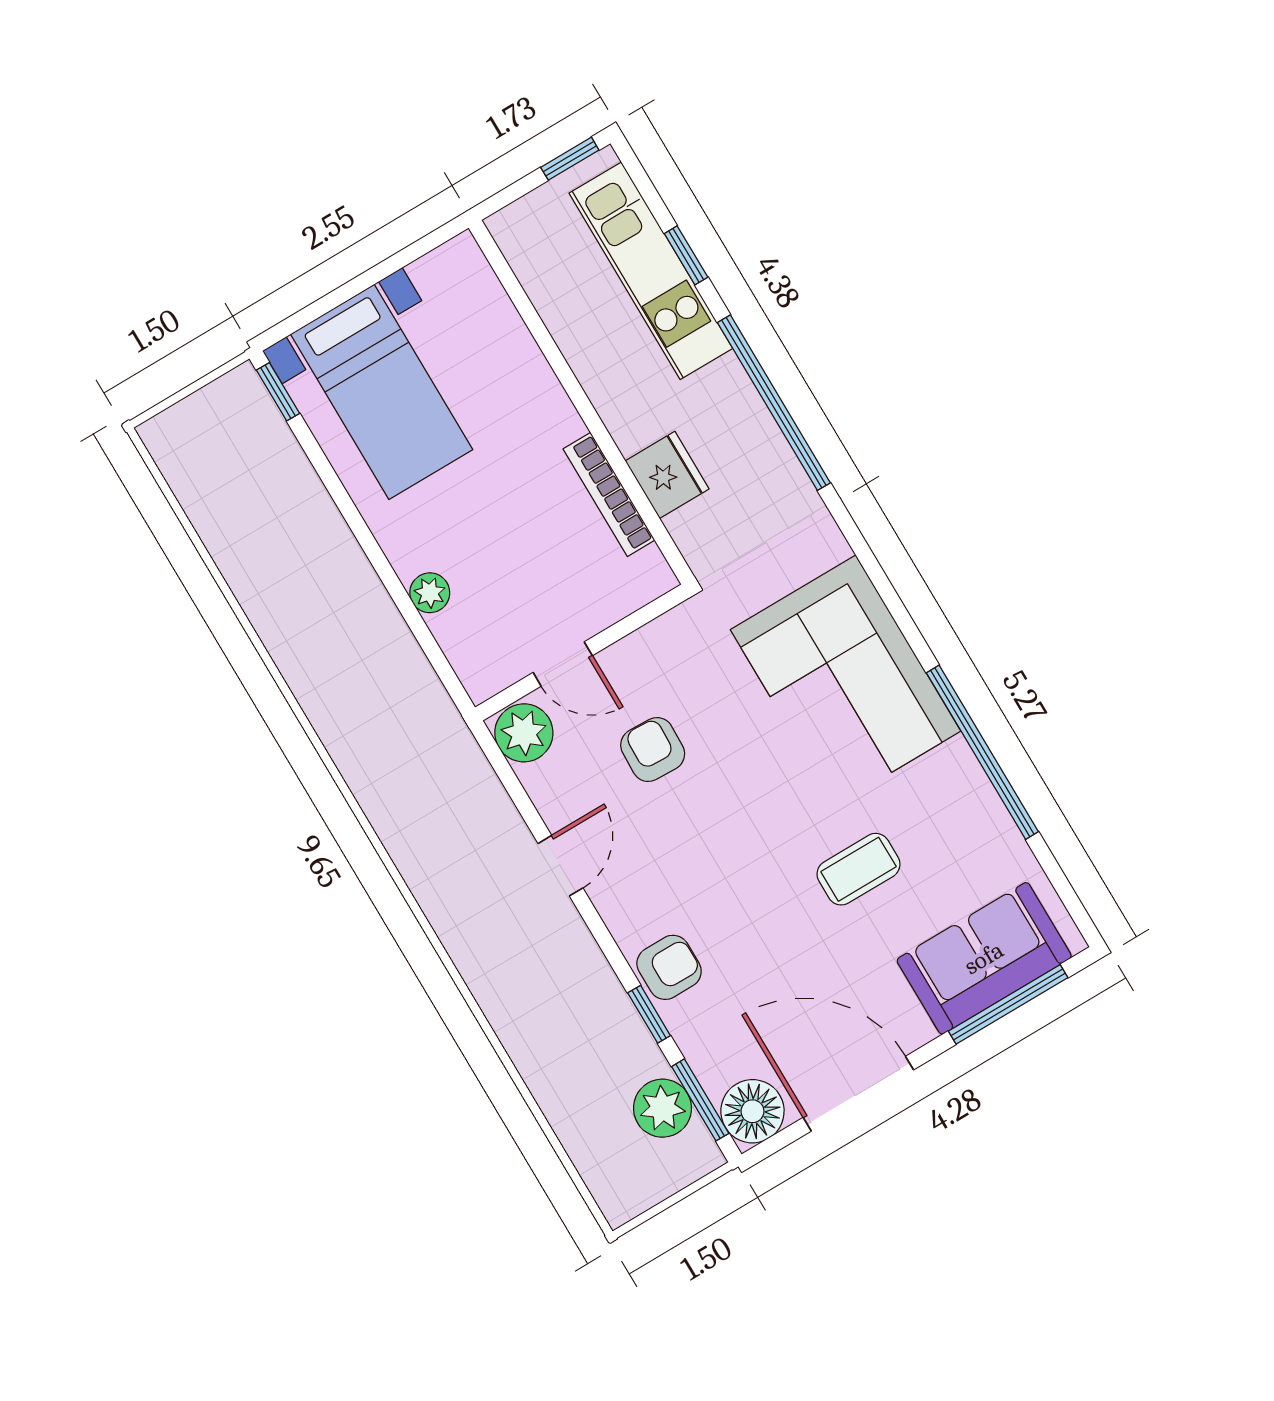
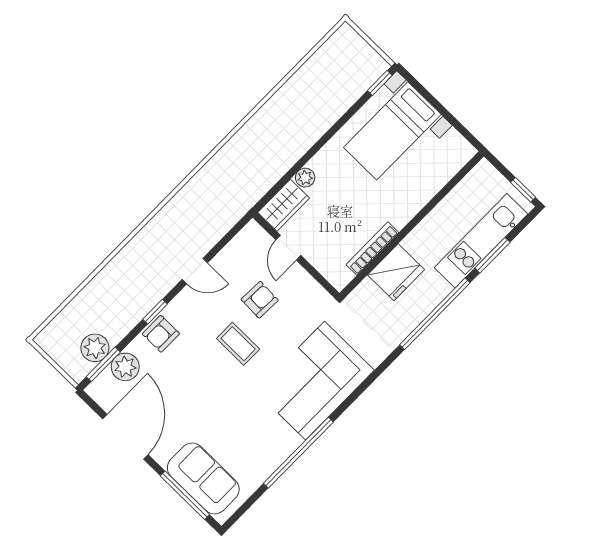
window: (686, 255) -> (492, 255), width x1.50
fridge: (667, 475) -> (396, 272), width x1.36, depth x1.34
wardrobe: (474, 651) -> (284, 205), added
plant: (524, 733) -> (125, 367), moved
coffee table: (858, 869) -> (238, 344), moved
armchair: (669, 967) -> (161, 334), turned 90
window: (649, 1014) -> (155, 312), moved
floor lamp: (752, 1111) -> (104, 390), removed

